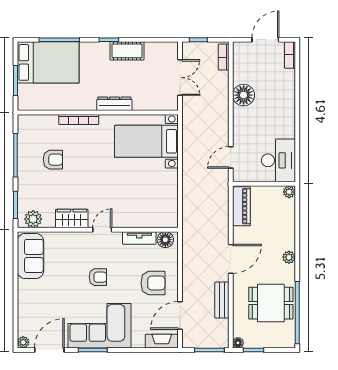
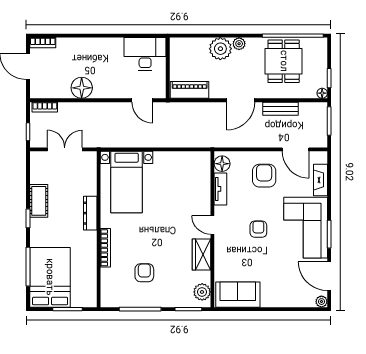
plant: (289, 192) -> (220, 49), moved, width x1.87, depth x1.87
door: (231, 259) -> (241, 100), swing flipped
fireplace: (162, 341) -> (320, 180), moved

